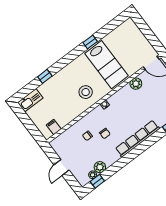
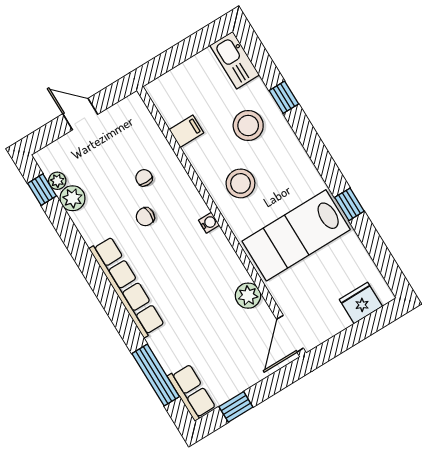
fridge: (134, 32) -> (361, 303), added
stool: (59, 91) -> (248, 126), added
filing cabinet: (54, 127) -> (186, 131), moved

